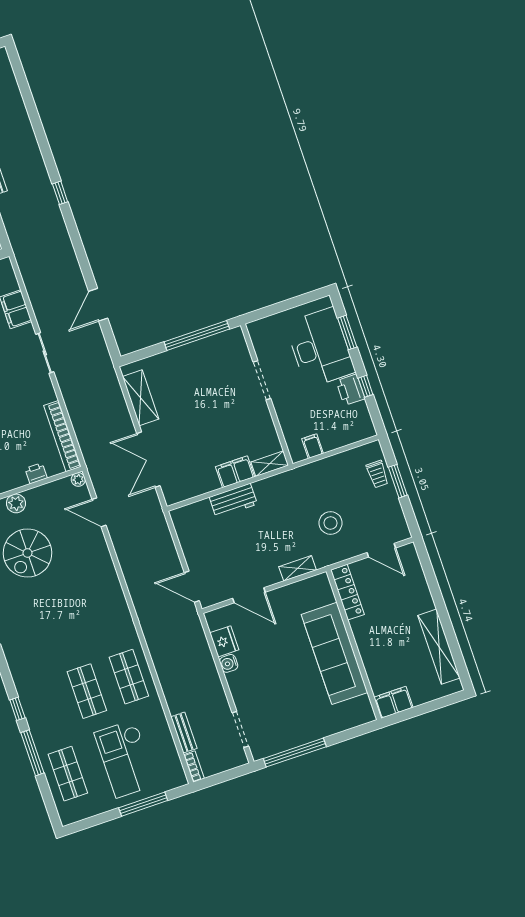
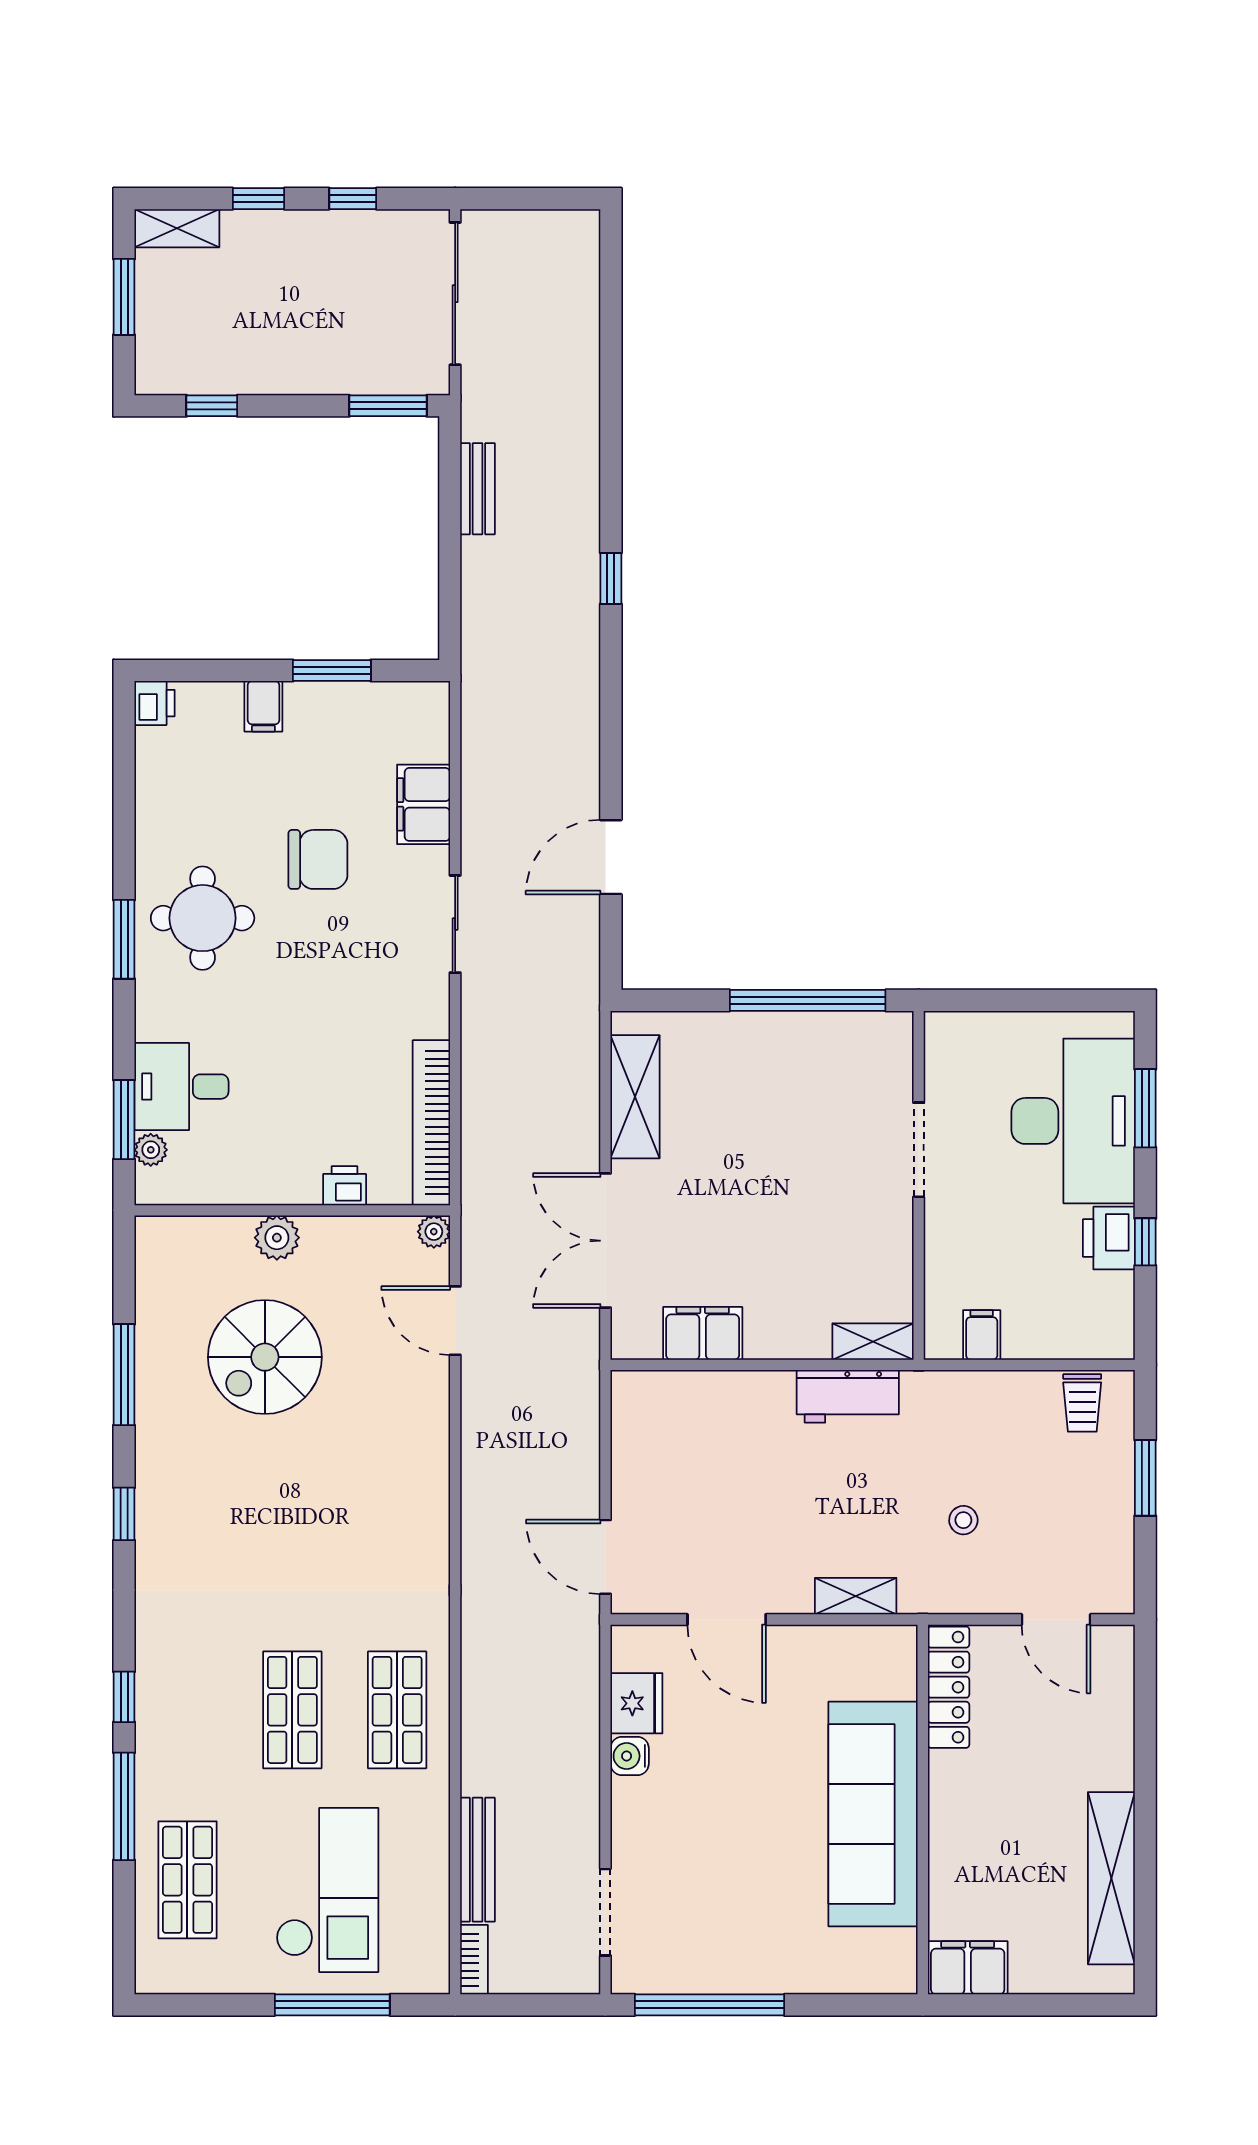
filing cabinet: (235, 472) -> (703, 1333), moved
trolley: (377, 474) -> (1082, 1403), moved
workbench: (233, 501) -> (848, 1396), moved
stool: (331, 523) -> (963, 1520), width x0.53, depth x0.53
bench: (184, 733) -> (478, 1860), width x1.36
checkout: (125, 759) -> (327, 1890), turned 180

